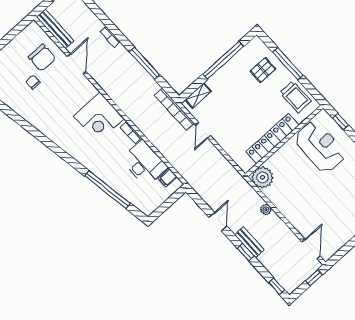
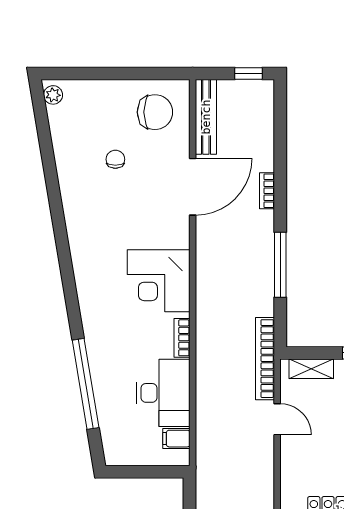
chair: (42, 58) -> (155, 112), moved, turned -90
door: (77, 64) -> (193, 187), width x1.36
door: (203, 130) -> (277, 419), swing flipped

